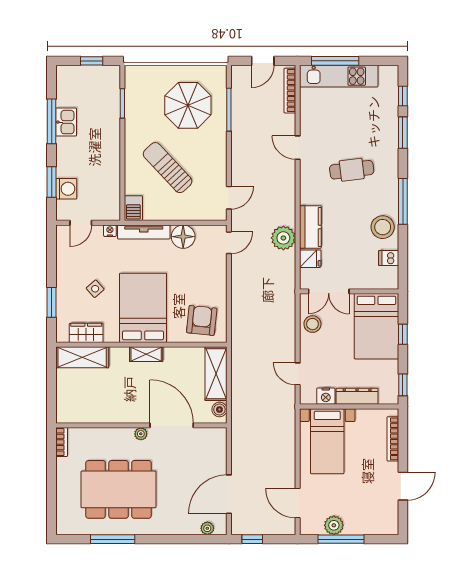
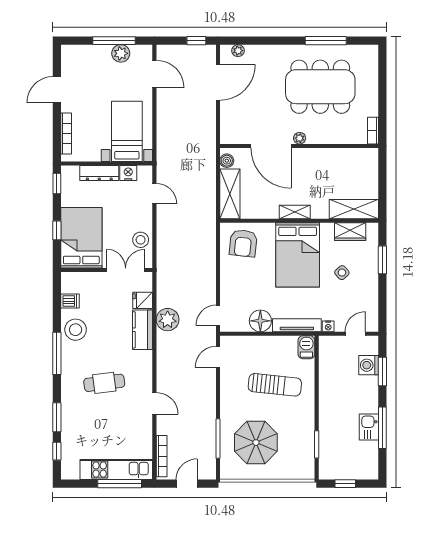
sun lounger: (168, 168) -> (275, 385), turned -41

